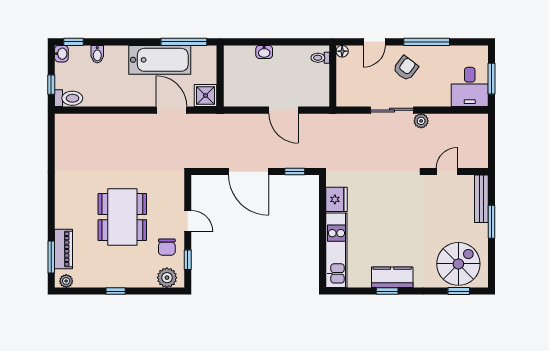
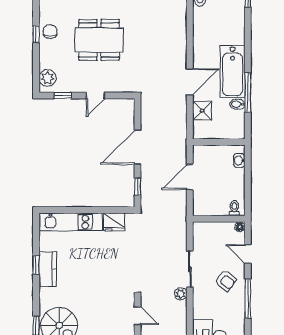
bidet: (97, 54) -> (237, 104), moved
wall: (220, 76) -> (219, 142), moved
chair: (167, 247) -> (50, 31), moved, turned 90

